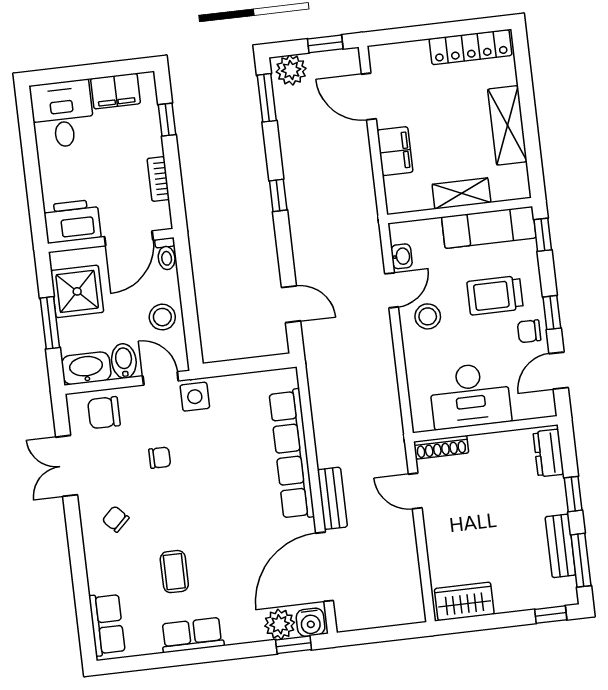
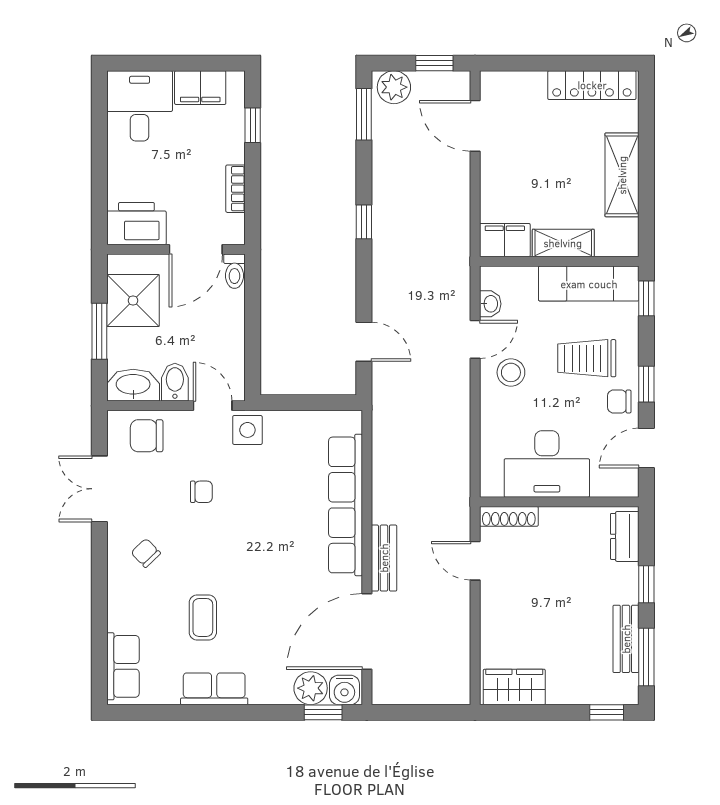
filing cabinet: (395, 151) -> (505, 240), moved, turned -90
stool: (162, 317) -> (222, 339), removed

